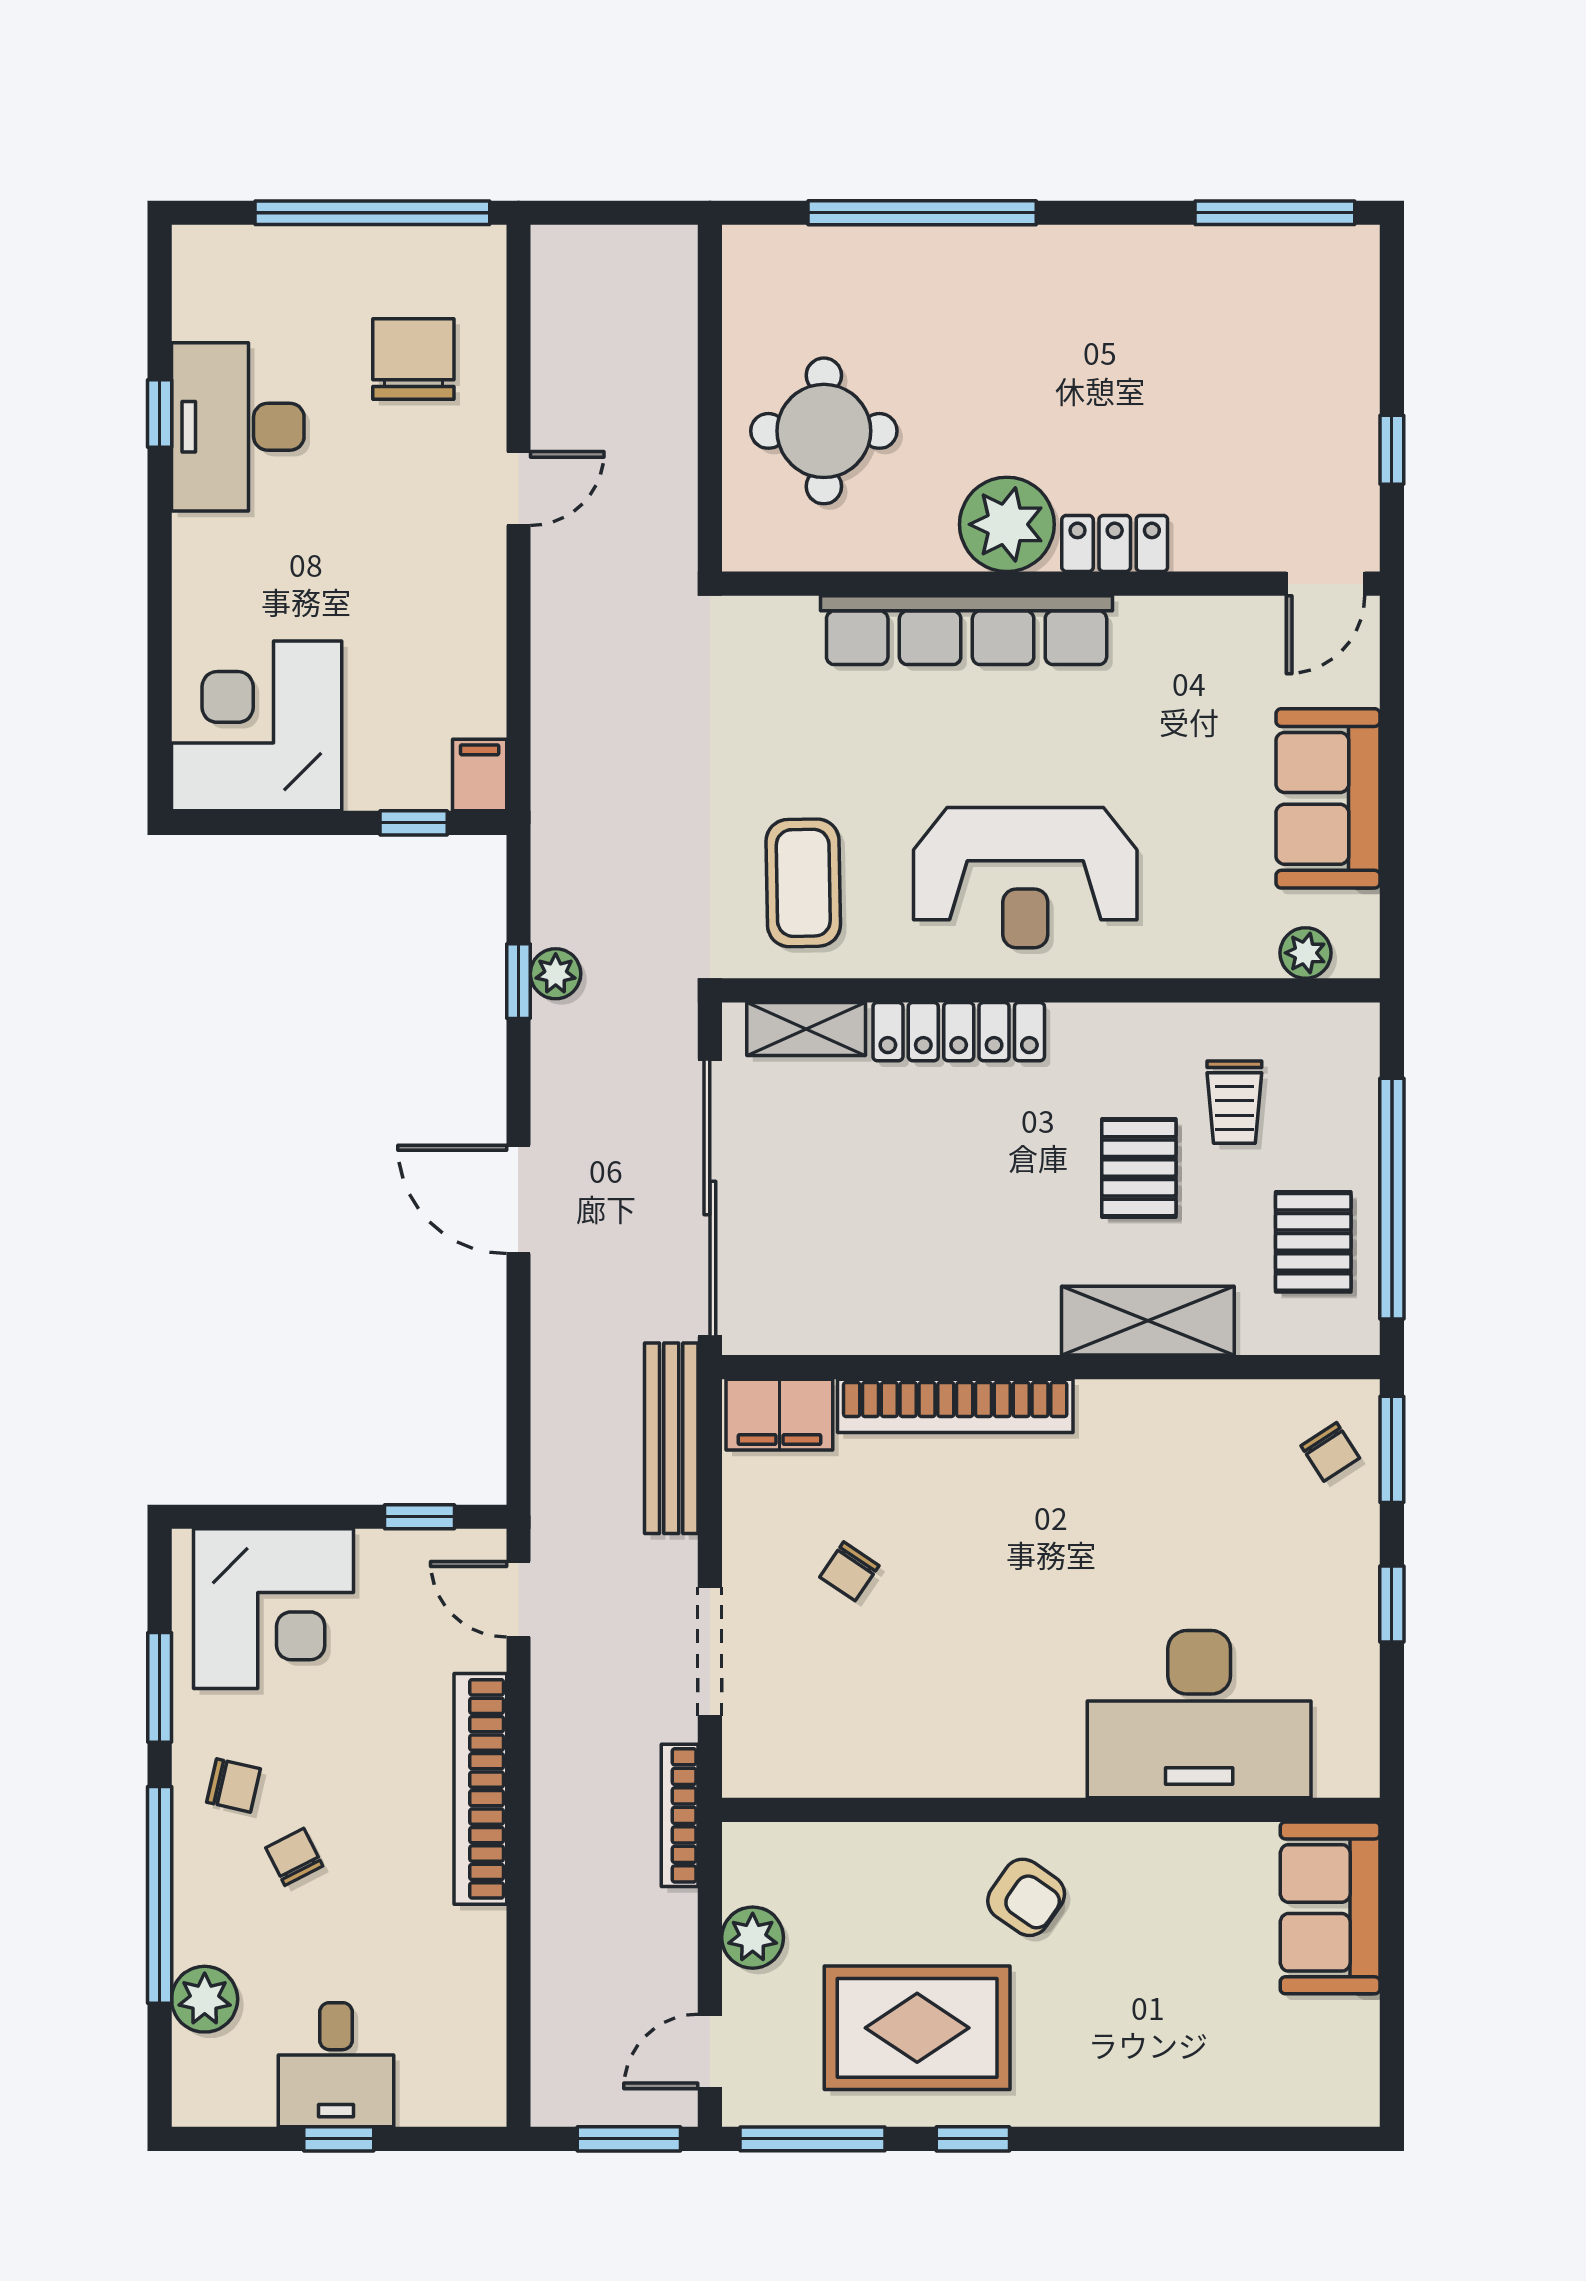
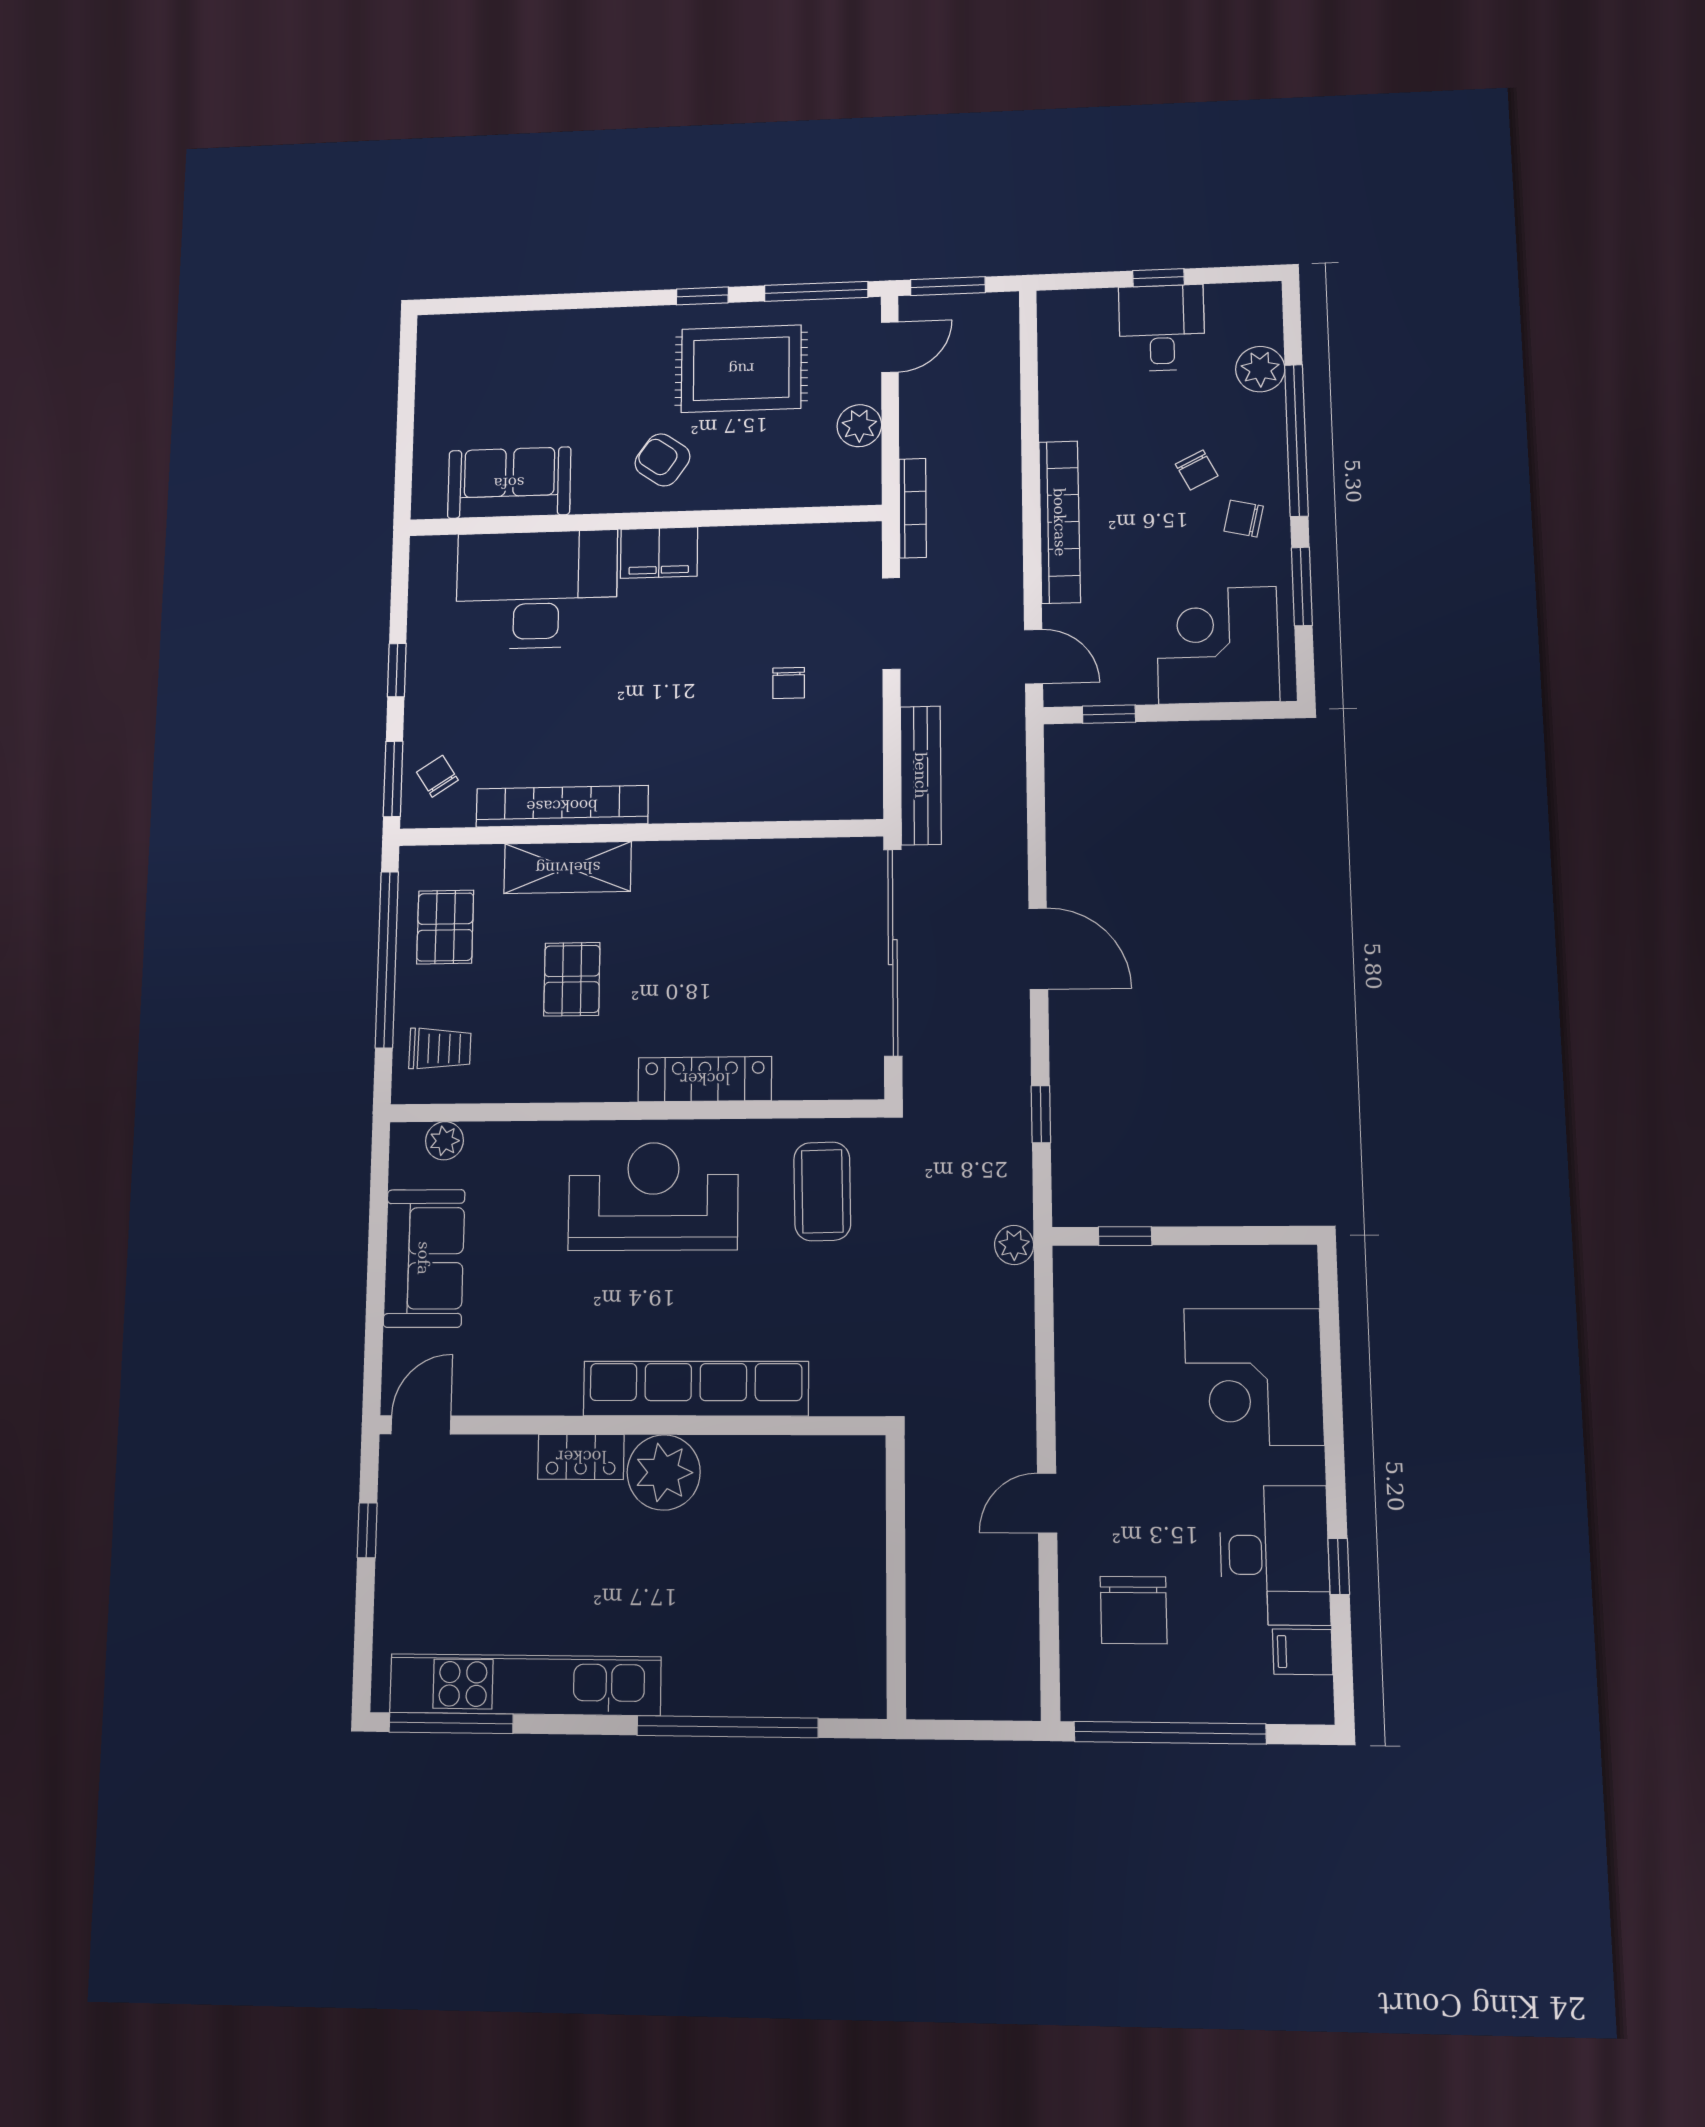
kitchen unit: (1181, 261) -> (525, 1685), added
round table: (824, 431) -> (806, 1548), removed
corner desk: (257, 726) -> (1254, 1377), moved, turned 90
filing cabinet: (480, 775) -> (1303, 1652), moved, turned 90
plant: (556, 974) -> (1014, 1245), moved
shelving: (806, 1029) -> (820, 1080), removed
trolley: (1234, 1102) -> (440, 1049), moved, turned 91
bookcase: (955, 1406) -> (562, 806), moved
filing cabinet: (779, 1415) -> (659, 553), moved, turned 180
chair: (849, 1571) -> (789, 683), turned 146
sofa: (1330, 1908) -> (509, 483), moved, turned -90

